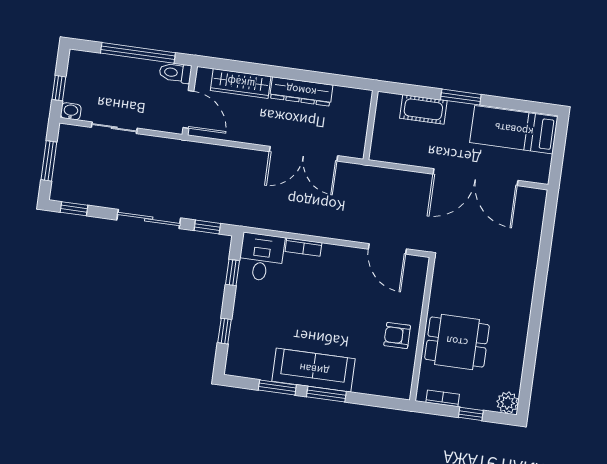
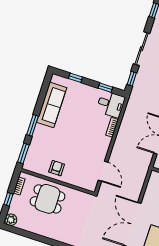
door: (387, 249) -> (103, 171), swing flipped
dining table: (457, 342) -> (47, 199), turned 90
sofa: (314, 370) -> (52, 105), moved
window: (277, 387) -> (23, 153), moved

